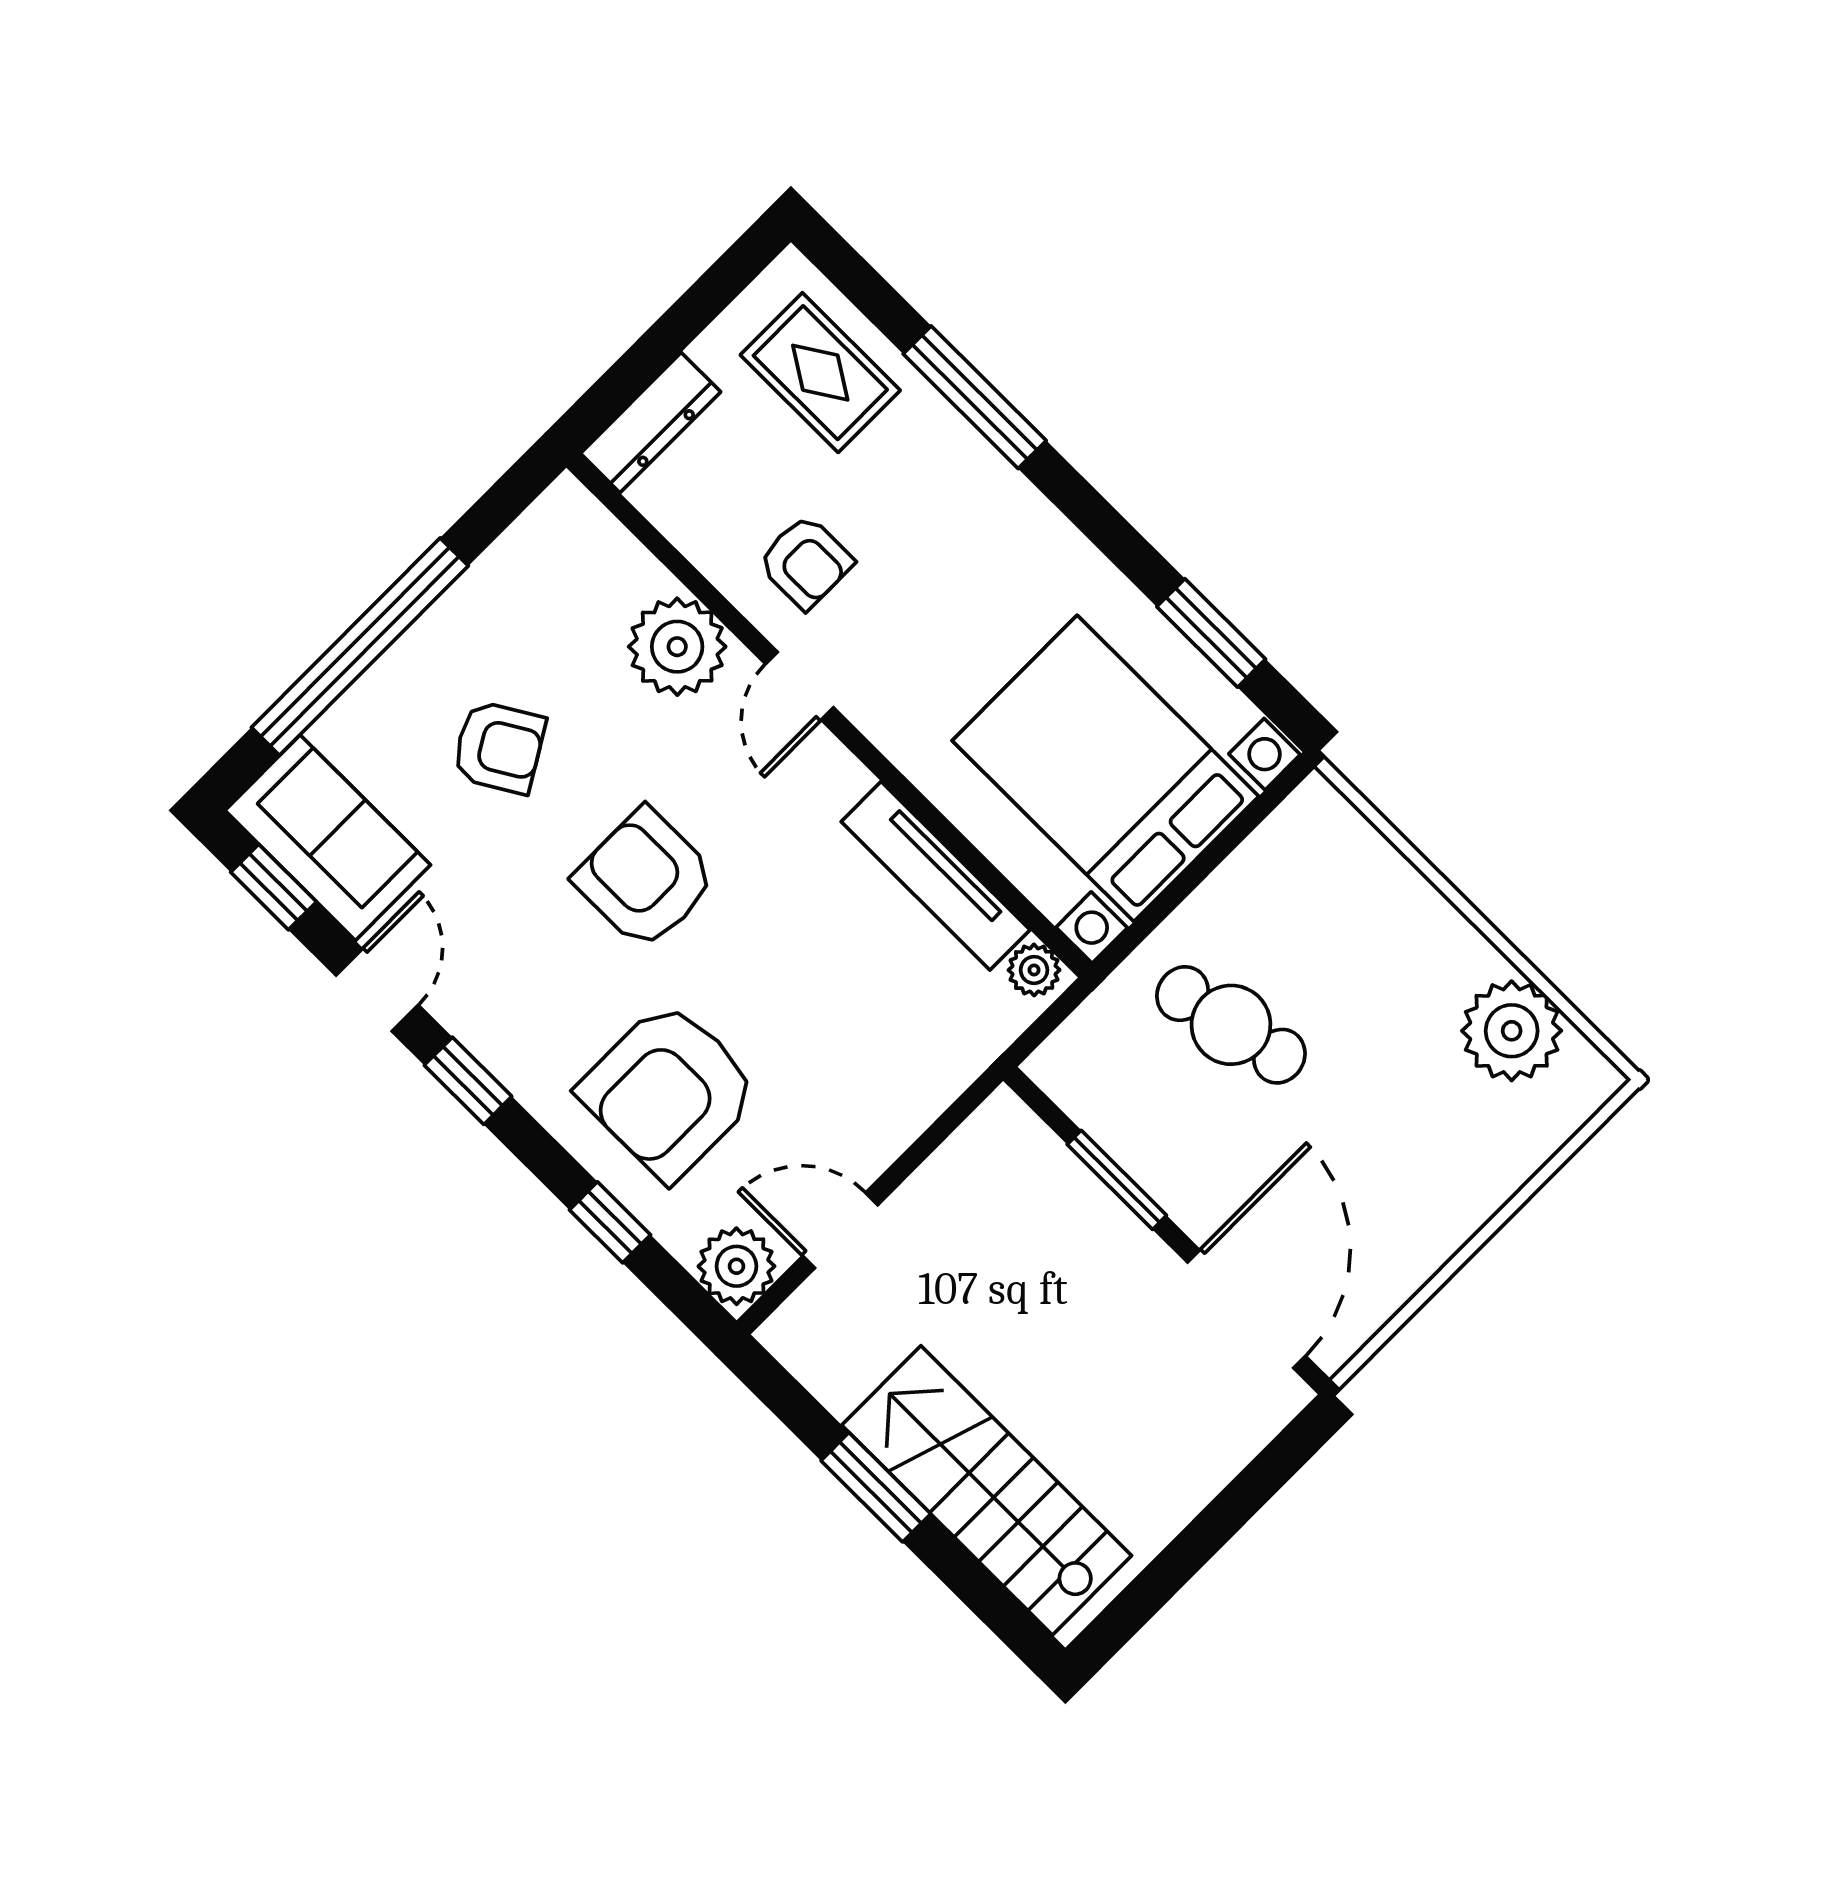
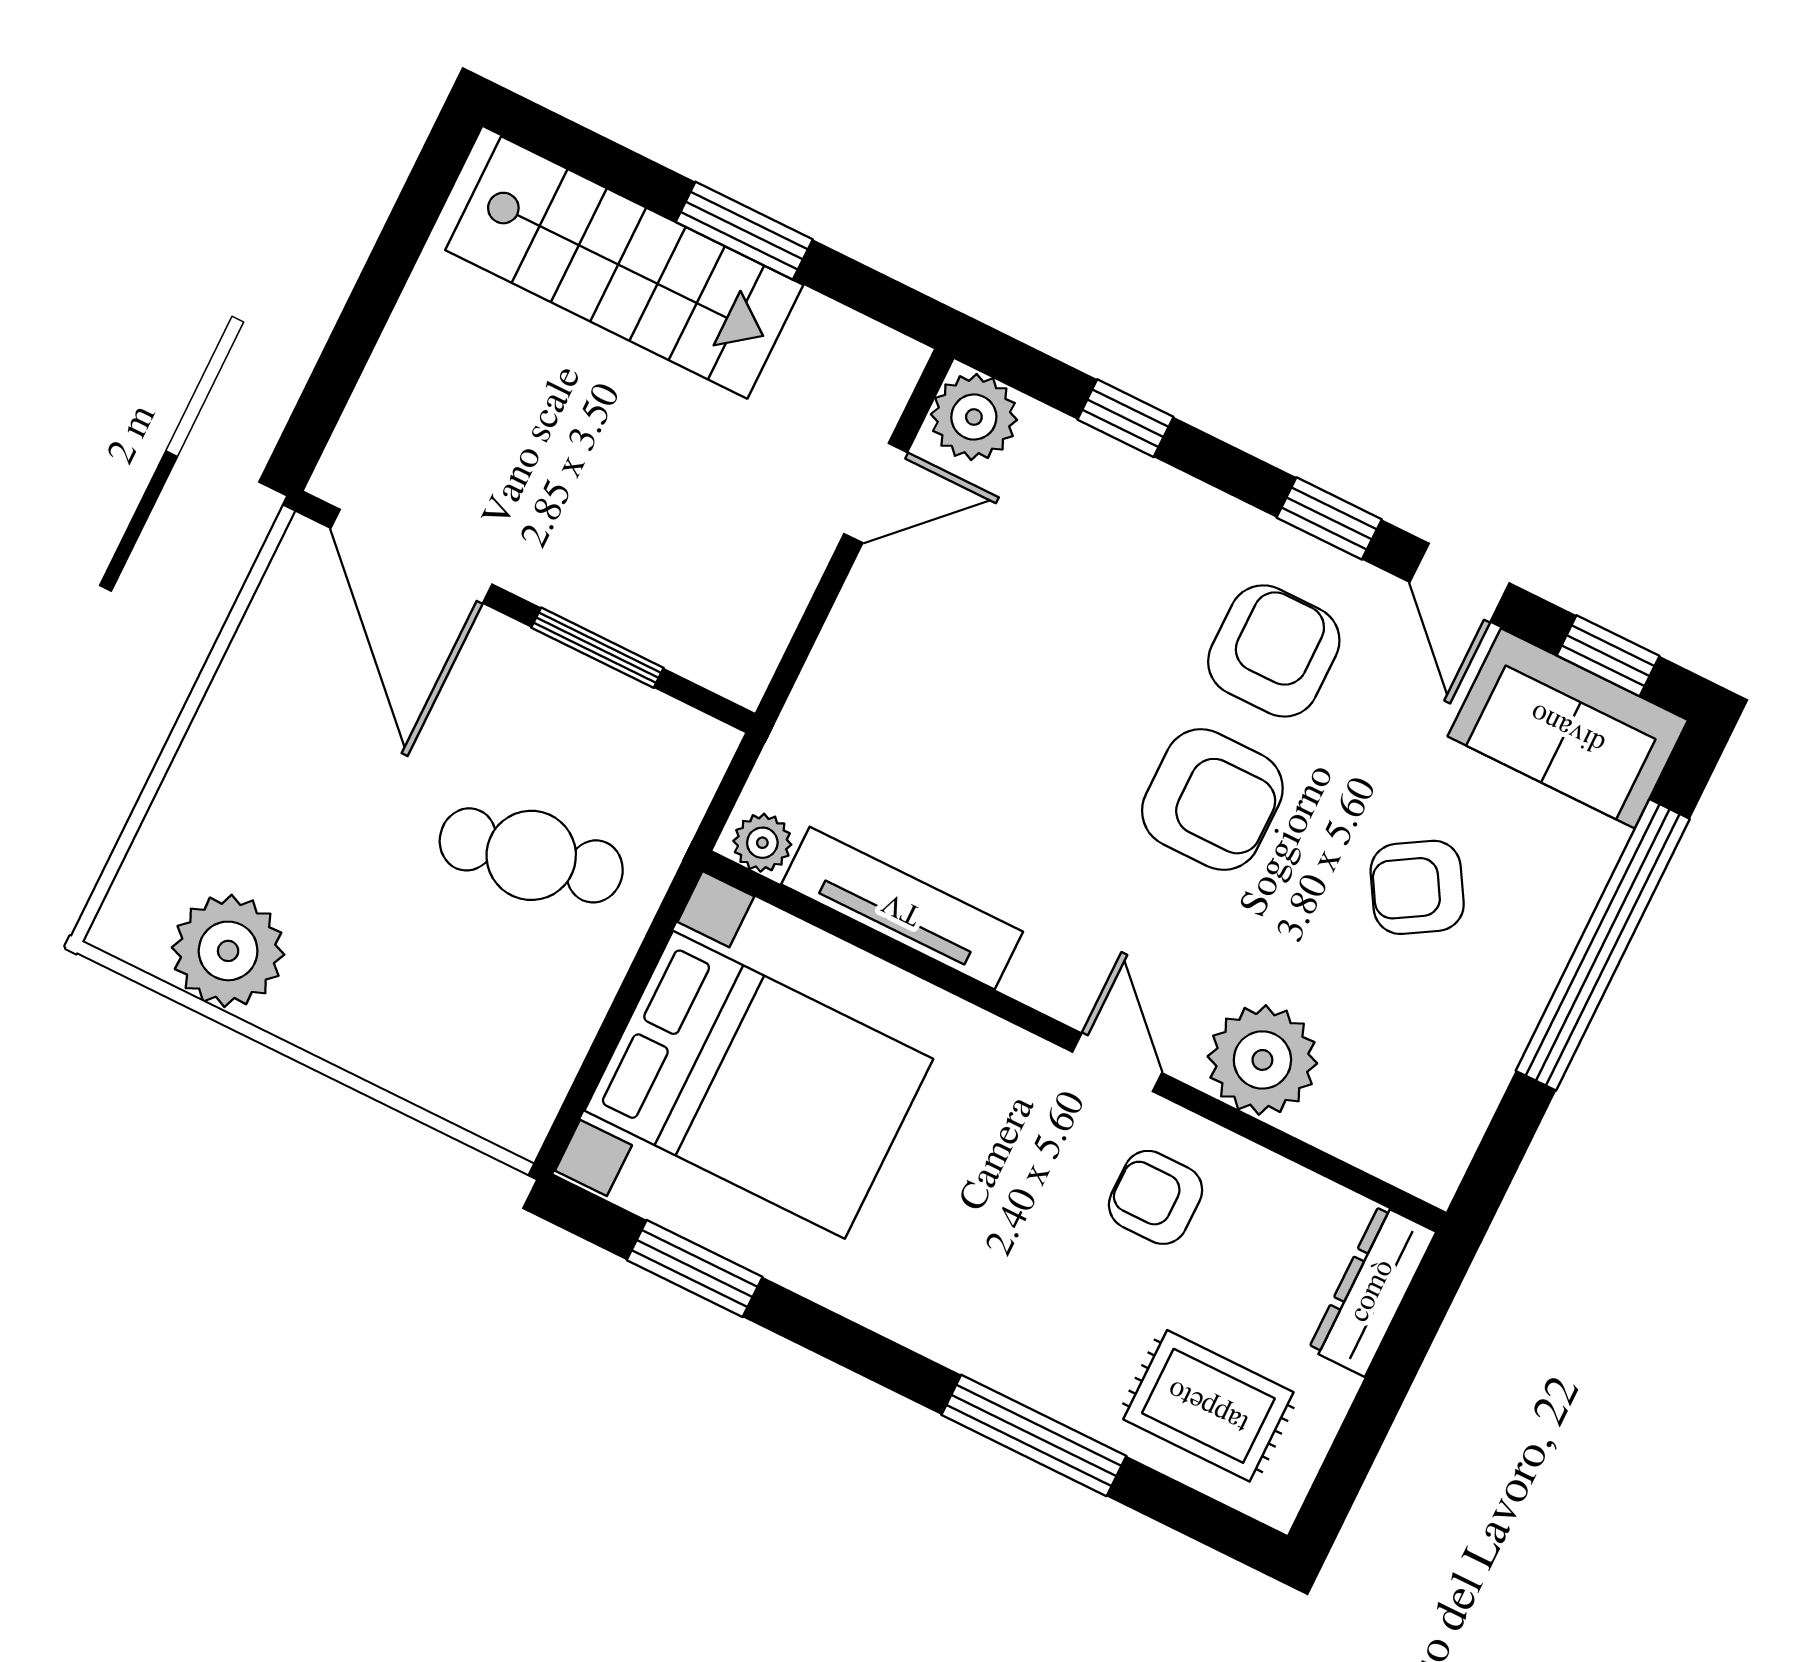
armchair: (669, 1091) -> (1274, 651), moved, width x0.73, depth x0.73

